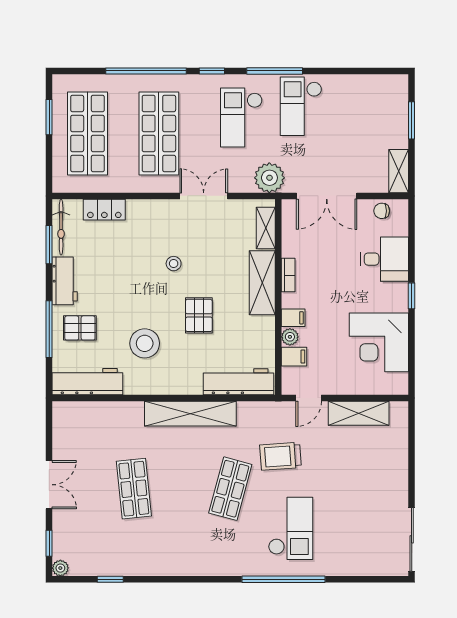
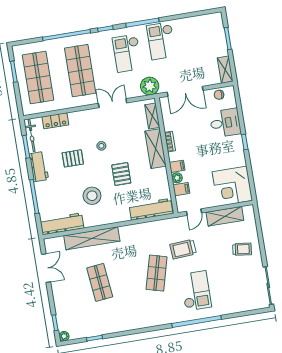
pallet: (80, 328) -> (73, 158), moved
corner desk: (379, 342) -> (232, 186), moved
shelving: (190, 414) -> (92, 238), moved
trolley: (378, 472) -> (242, 249), added
double door: (49, 485) -> (46, 268), moved

